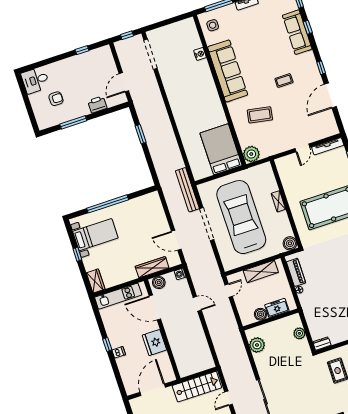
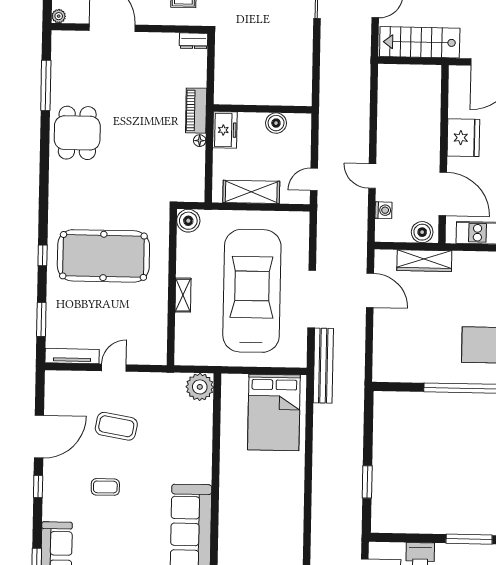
coffee table: (260, 115) -> (116, 426), moved
bed: (221, 149) -> (274, 412), moved
car: (241, 217) -> (252, 291), turned 180
piano: (296, 272) -> (196, 111), moved
washing machine: (180, 274) -> (383, 210), moved
freezer: (277, 308) -> (225, 130), moved, turned -90
plant: (299, 333) -> (224, 70), removed
plant: (257, 345) -> (299, 75), removed

